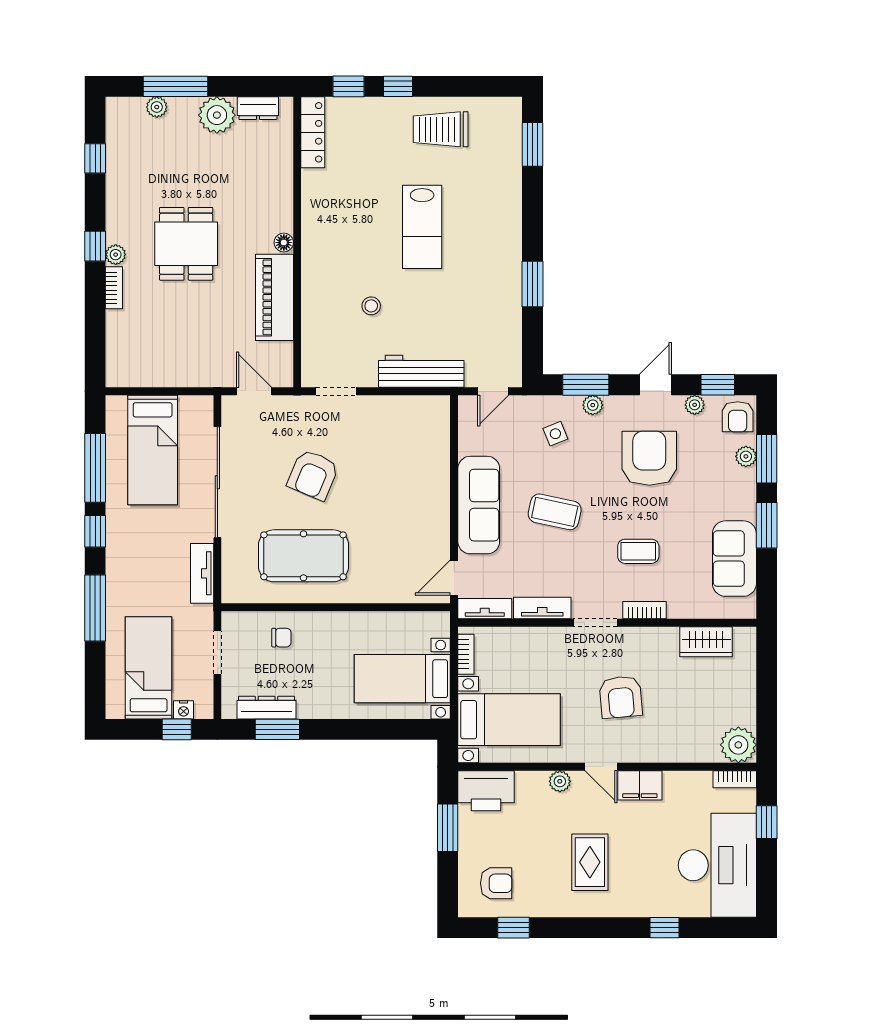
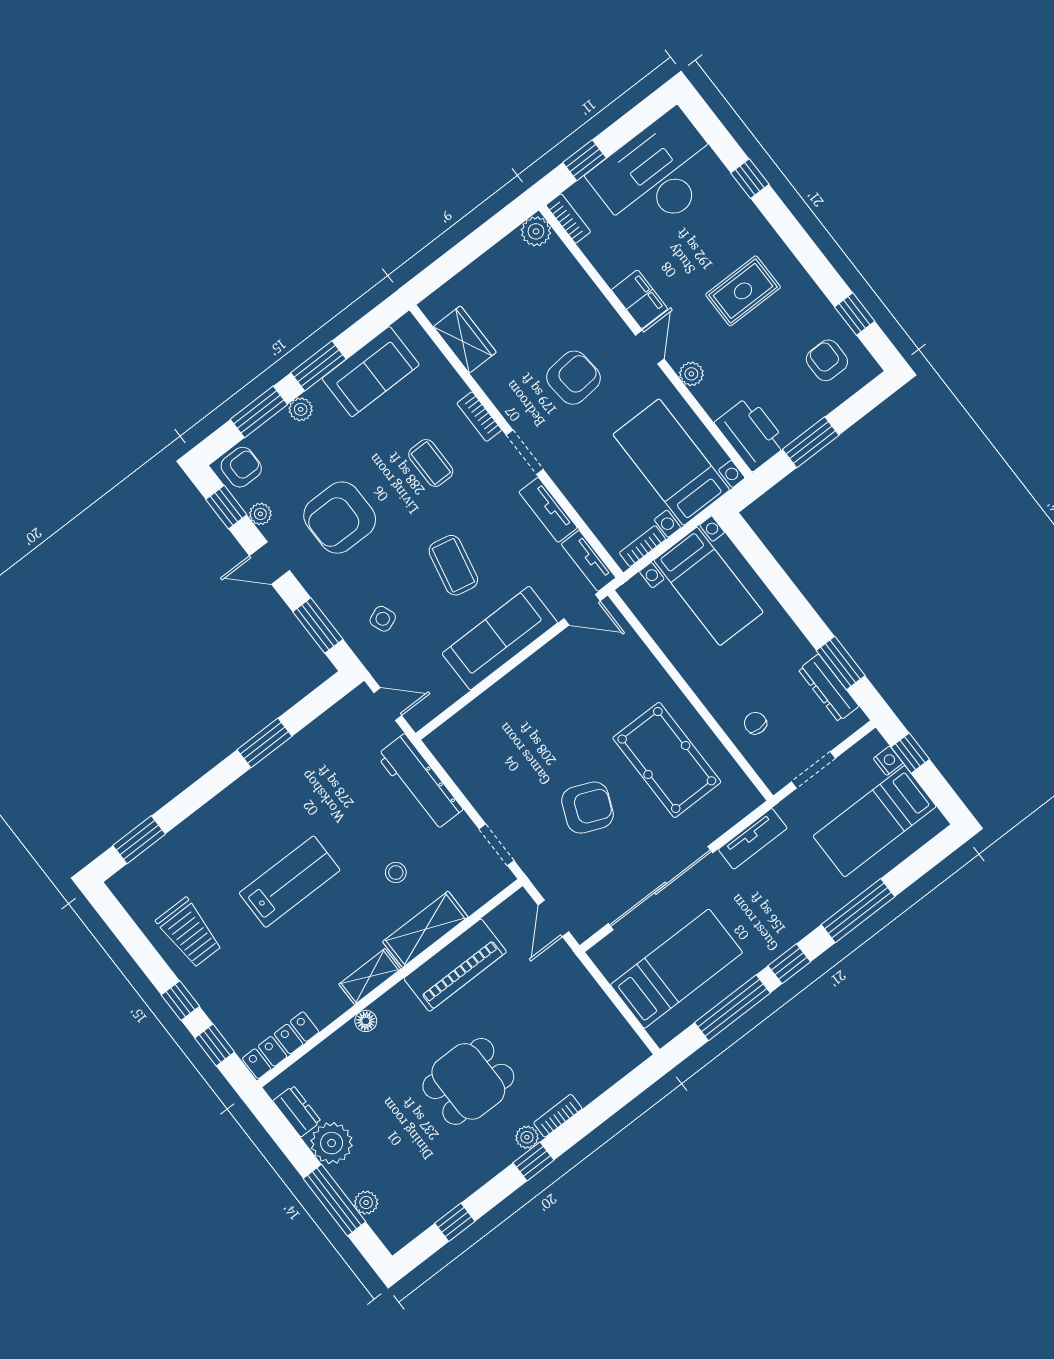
shelving: (313, 232) -> (370, 977), added
floor lamp: (284, 243) -> (366, 1021), moved
shelving: (316, 296) -> (425, 929), added
plant: (593, 405) -> (331, 605), removed
plant: (746, 456) -> (301, 409), moved
plant: (738, 745) -> (536, 231), width x0.73, depth x0.73

